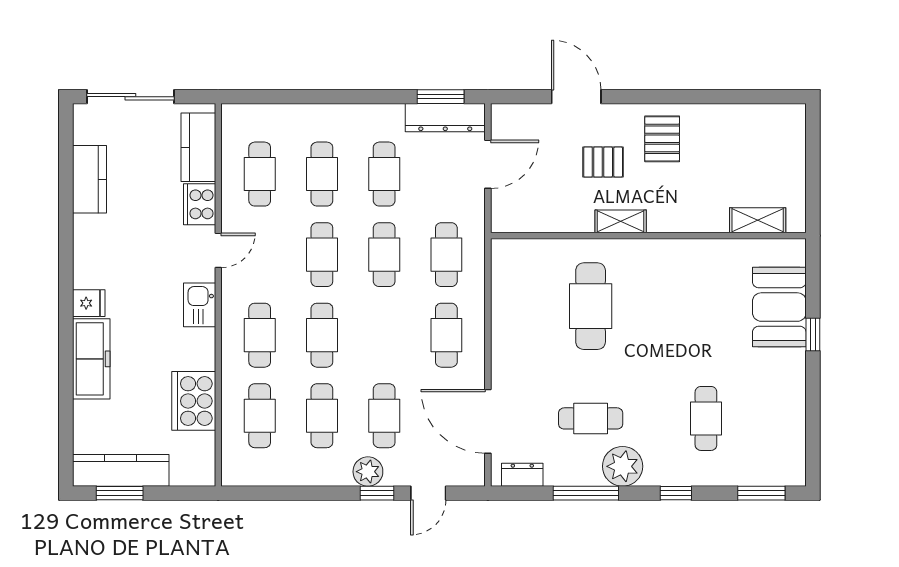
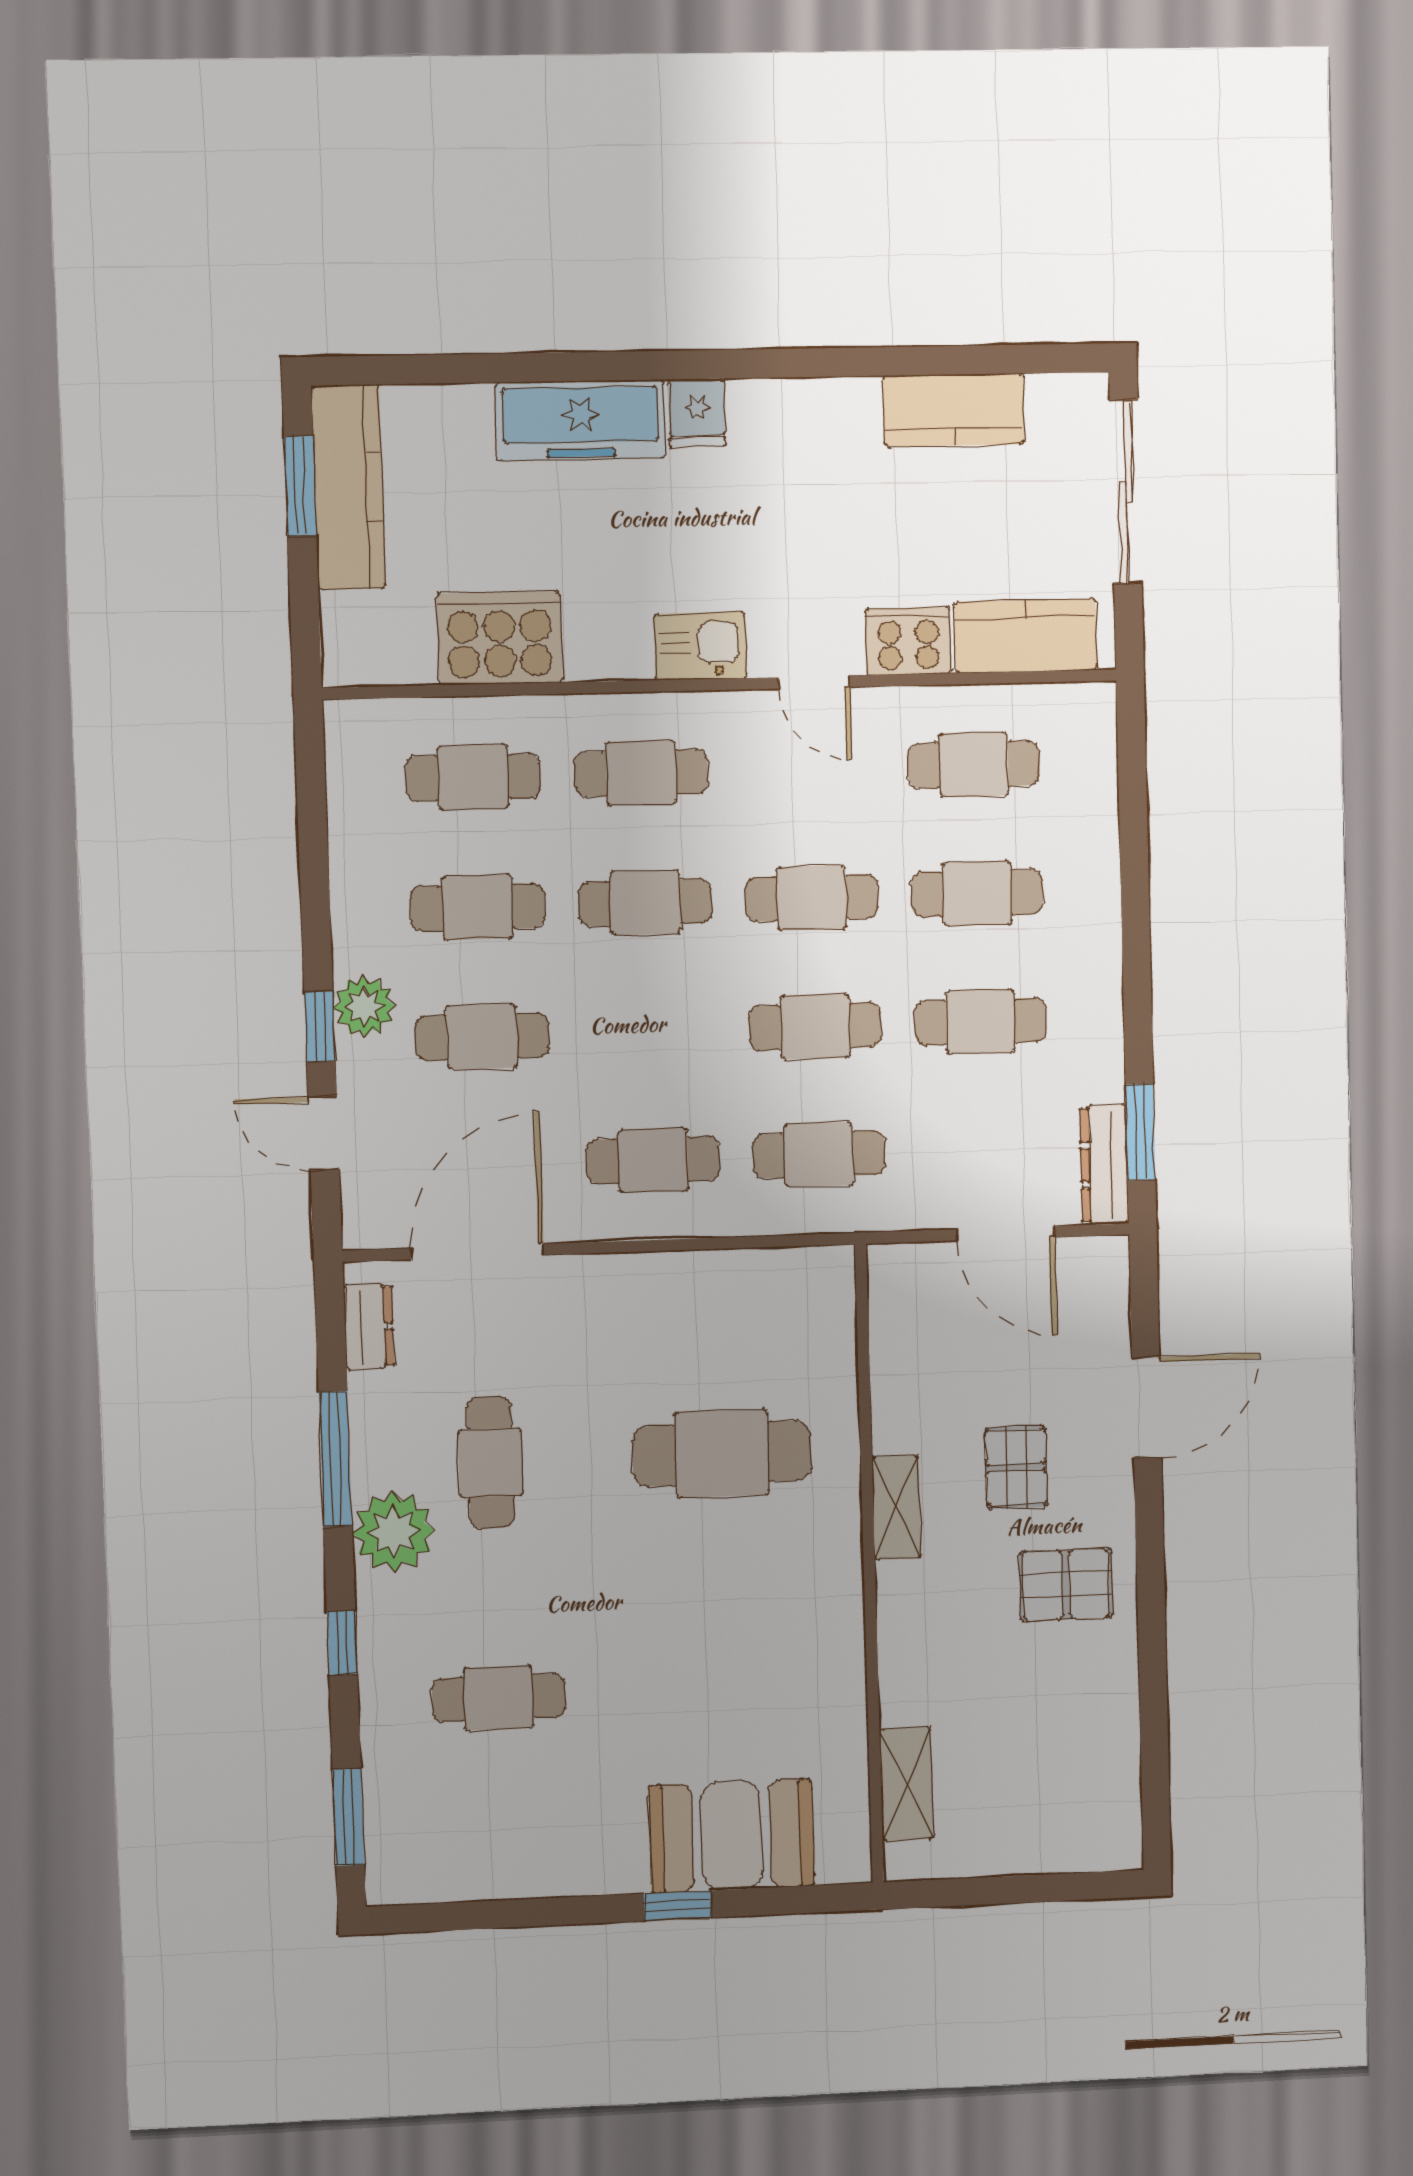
dresser: (445, 118) -> (1104, 1165), width x0.73, depth x0.80

